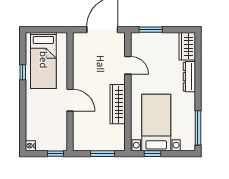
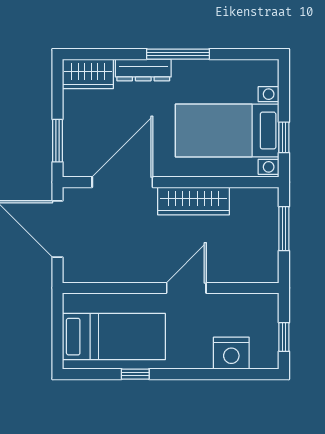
door: (128, 65) -> (122, 182), width x1.87
window: (198, 128) -> (178, 54), moved
nightstand: (30, 146) -> (231, 353), moved, width x1.89, depth x1.79
window: (56, 154) -> (284, 337), moved

